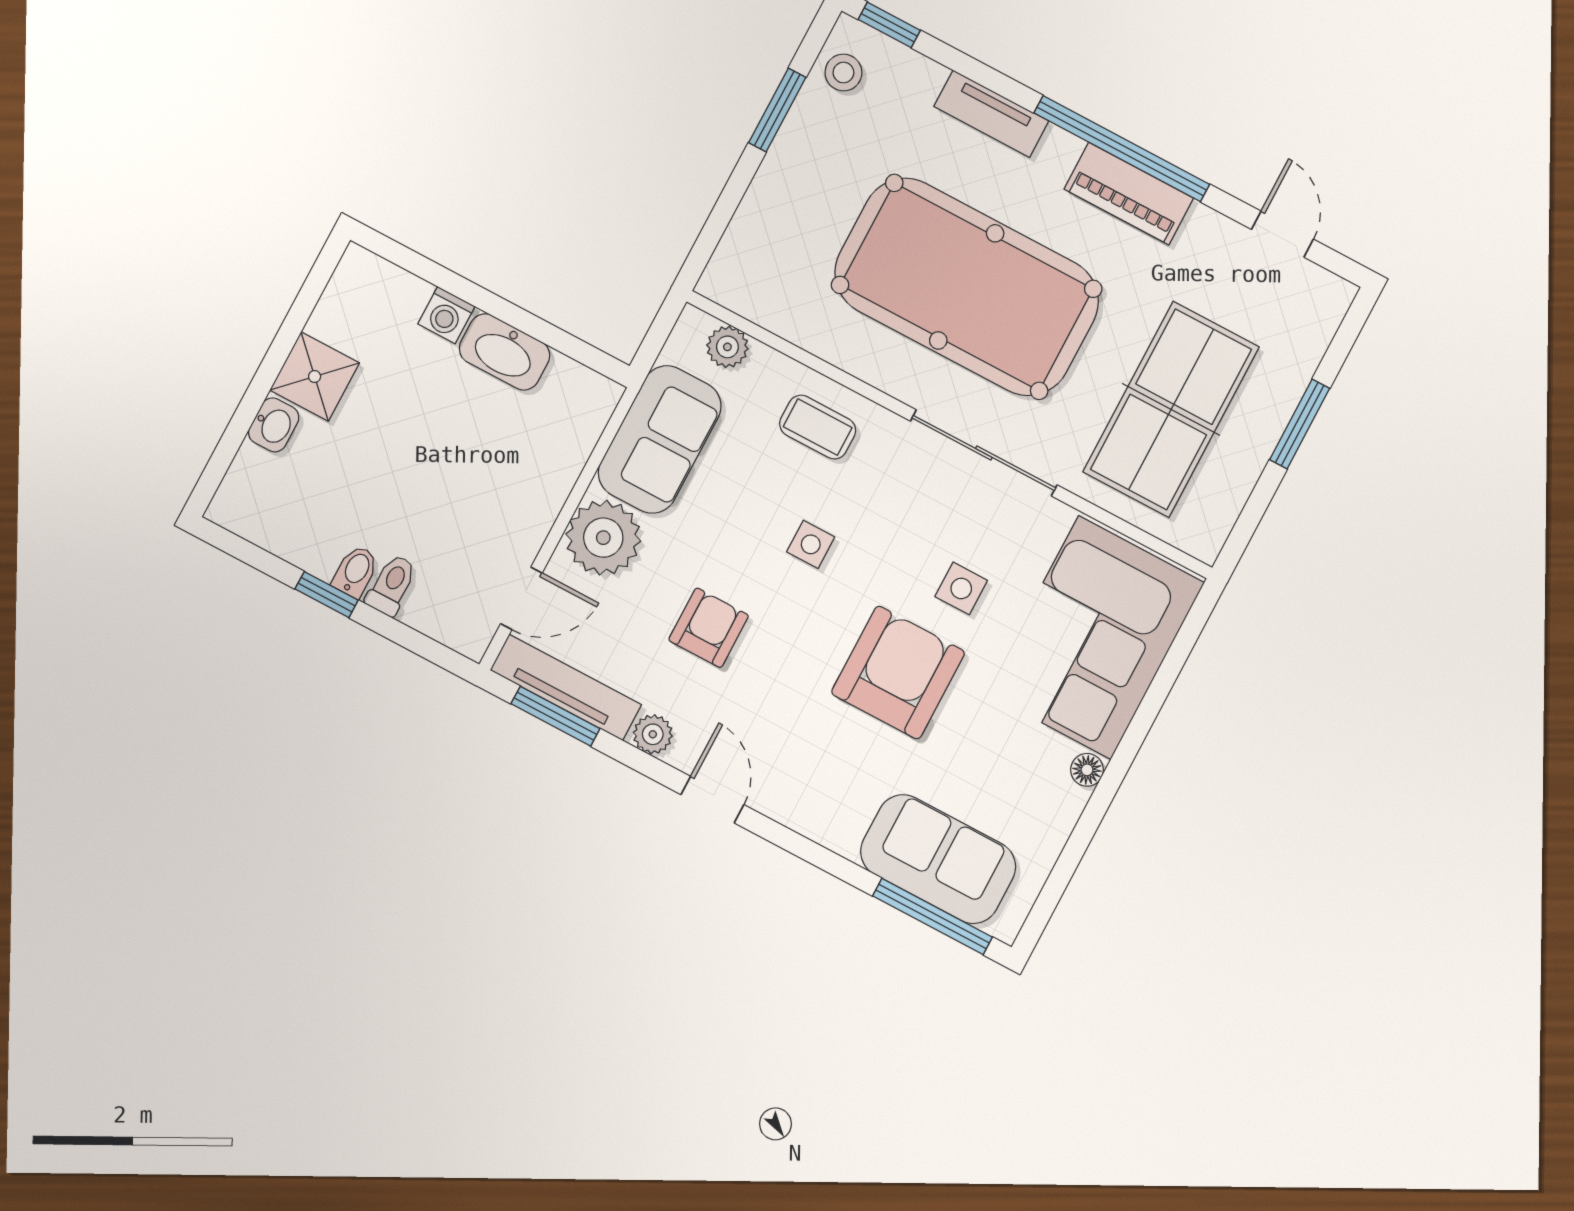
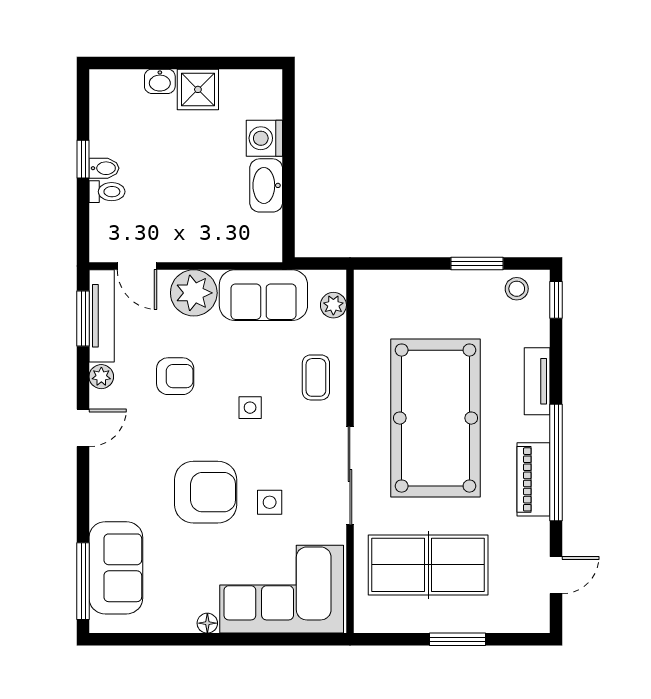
washing machine: (446, 315) -> (264, 138), width x1.38, depth x1.38

